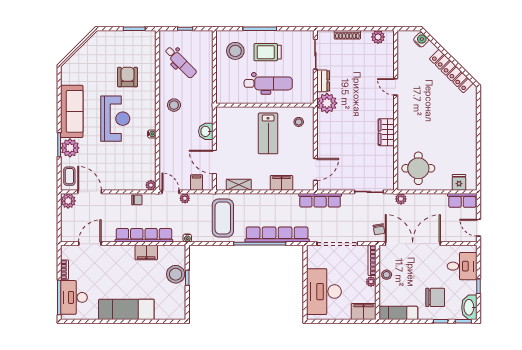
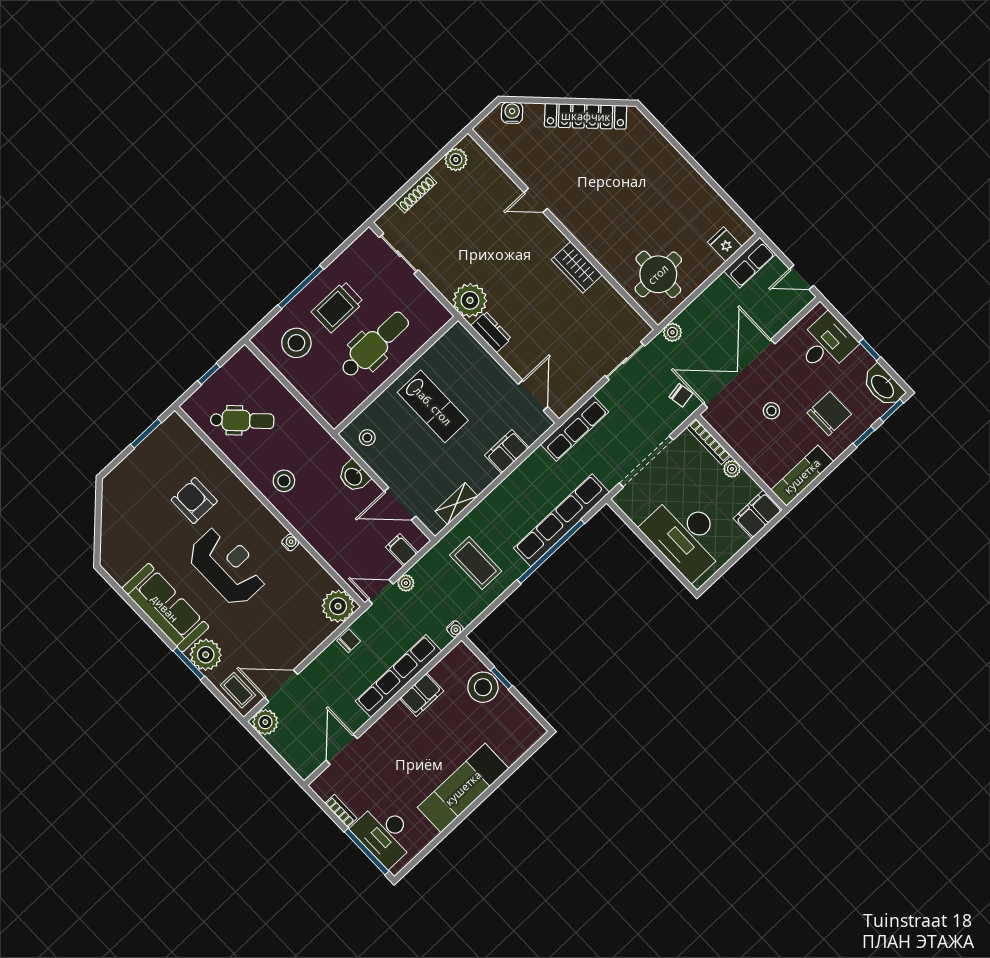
dresser: (323, 81) -> (491, 332), moved
stool: (299, 122) -> (367, 438), moved
plant: (151, 185) -> (338, 606), width x1.88, depth x1.88
coffee table: (223, 218) -> (476, 563), width x0.73, depth x0.76
stool: (387, 275) -> (771, 411), moved

